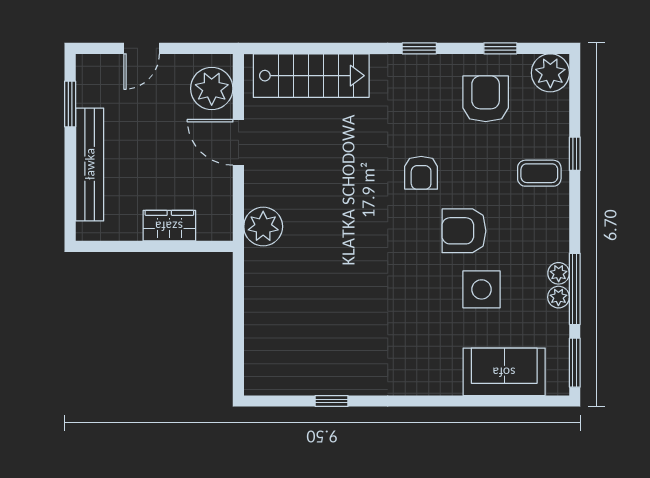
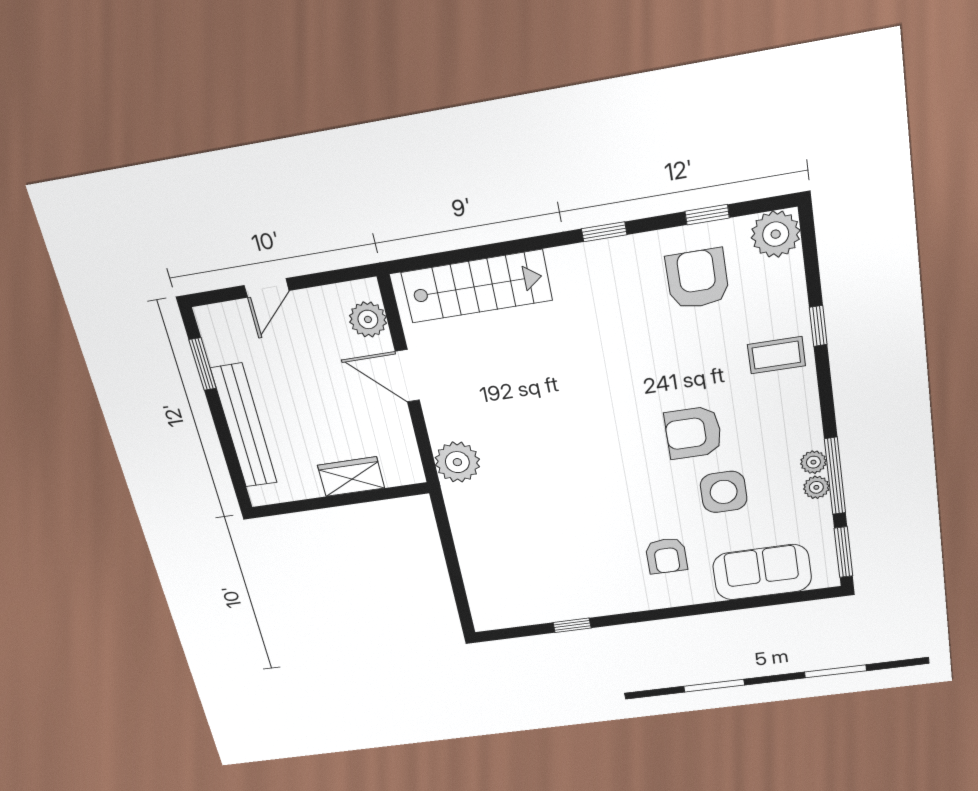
plant: (212, 88) -> (368, 319), width x0.73, depth x0.73
armchair: (421, 173) -> (666, 556), moved

